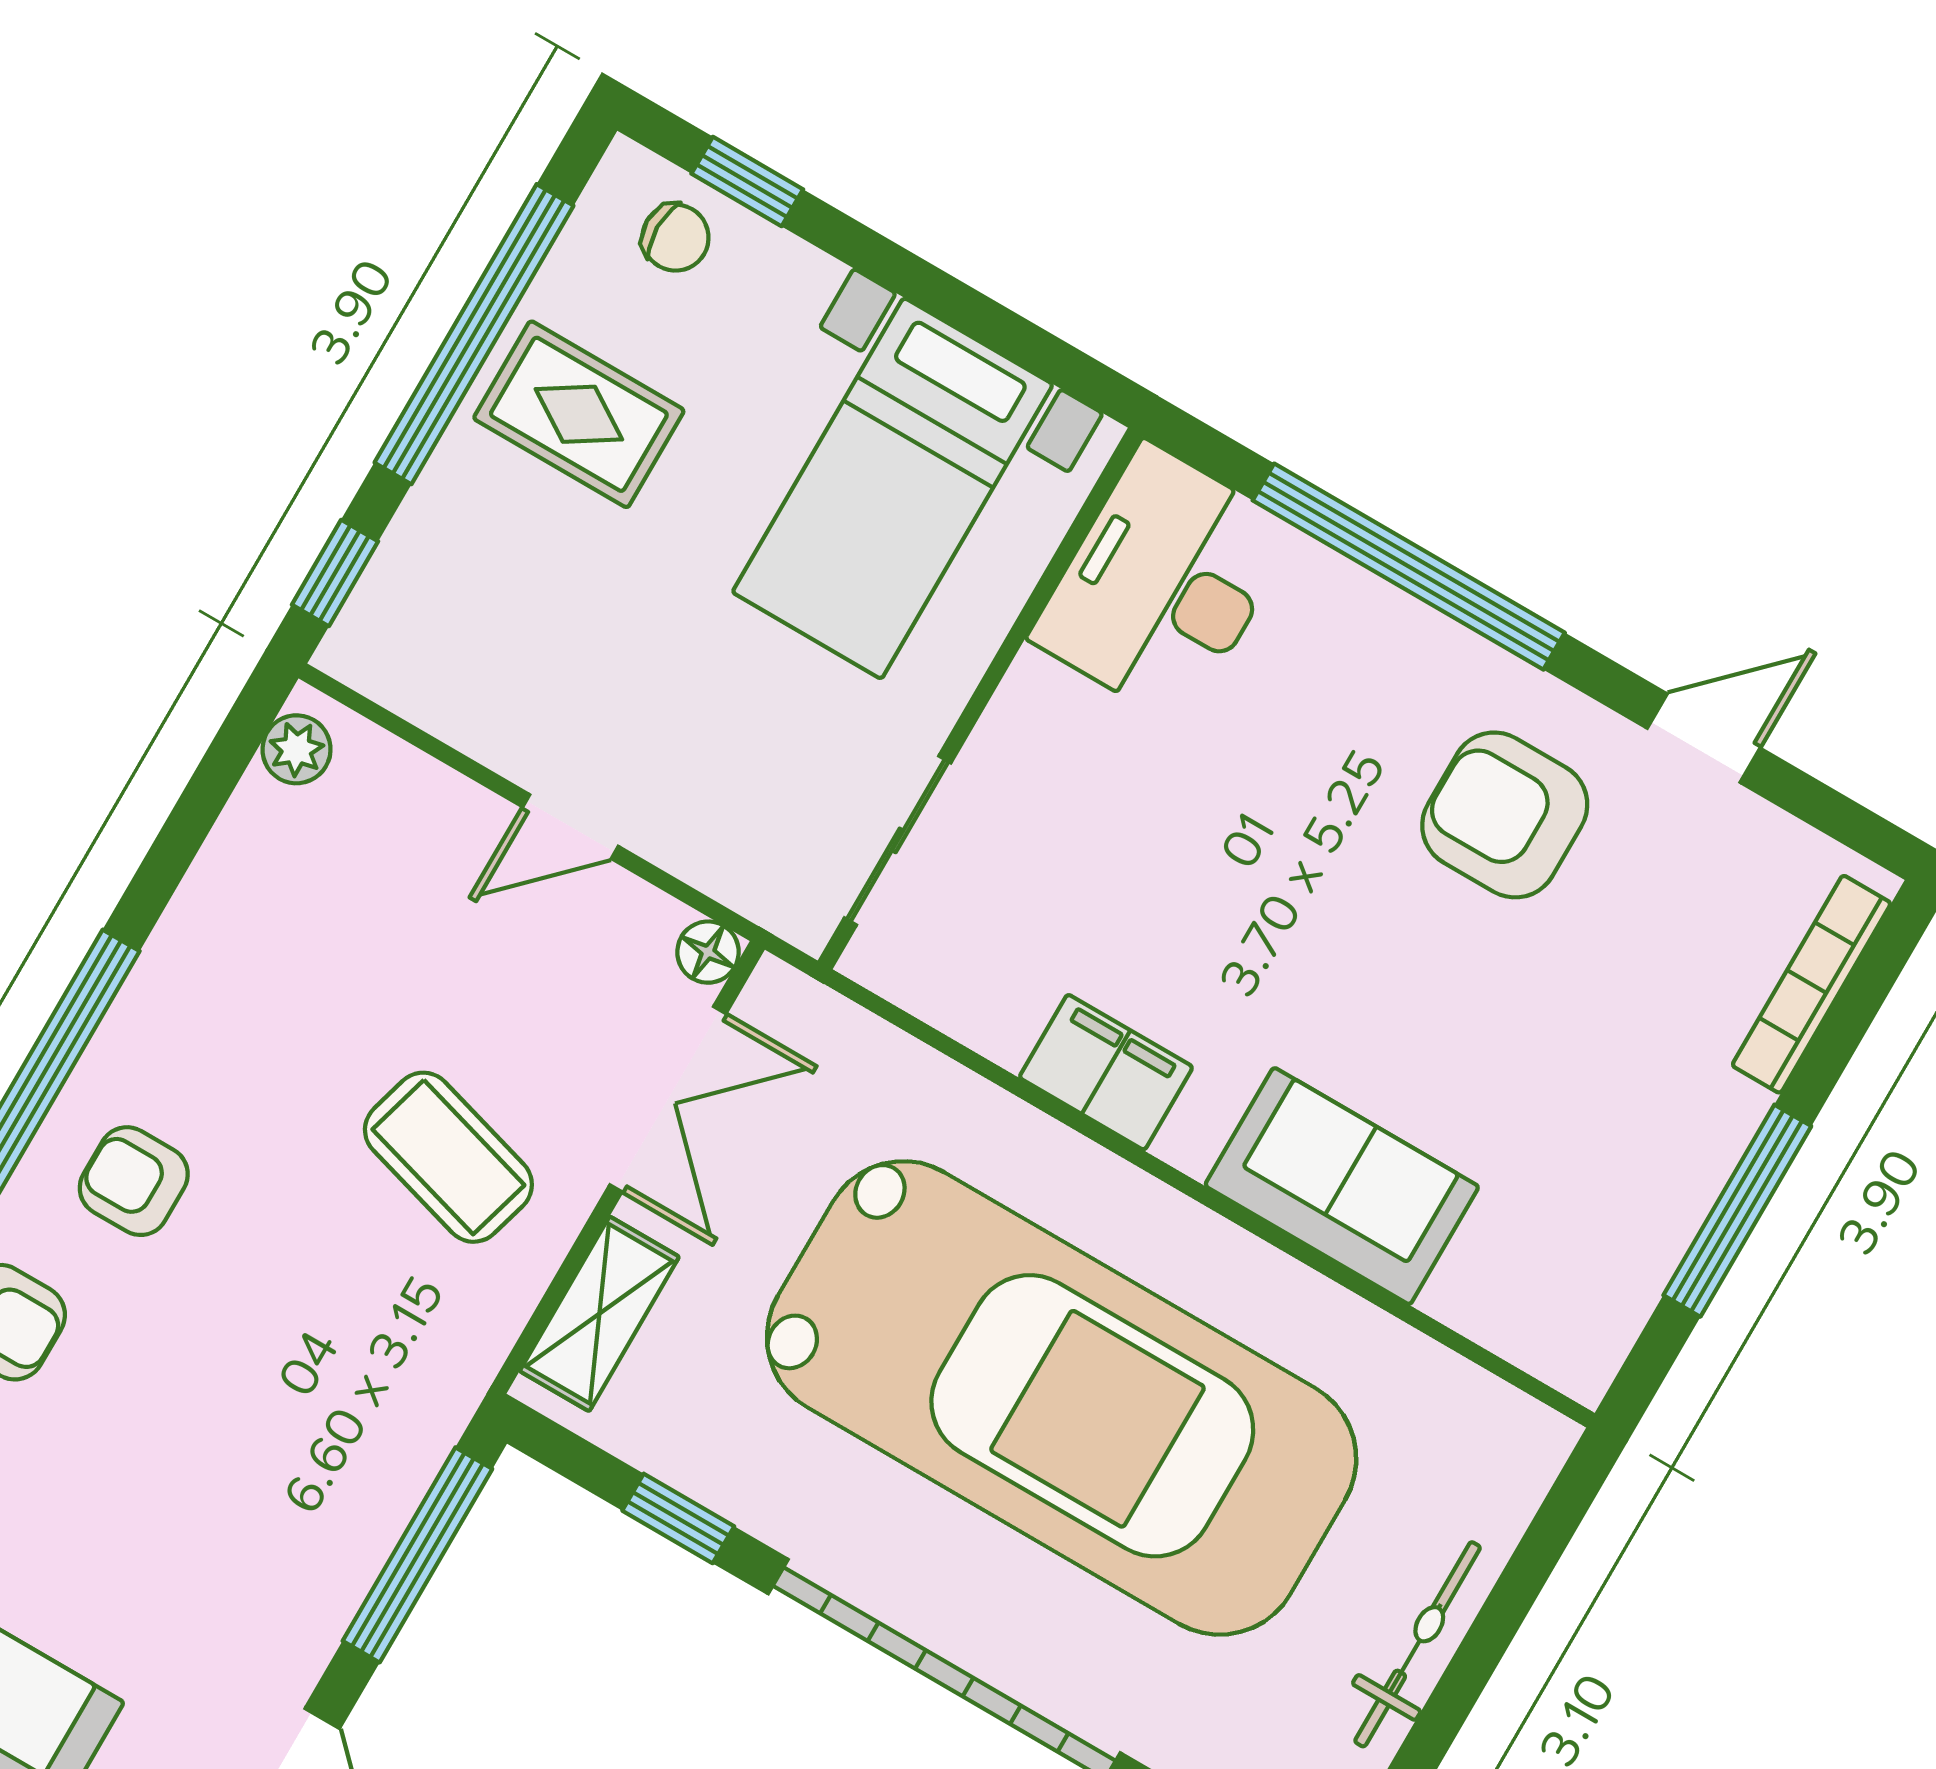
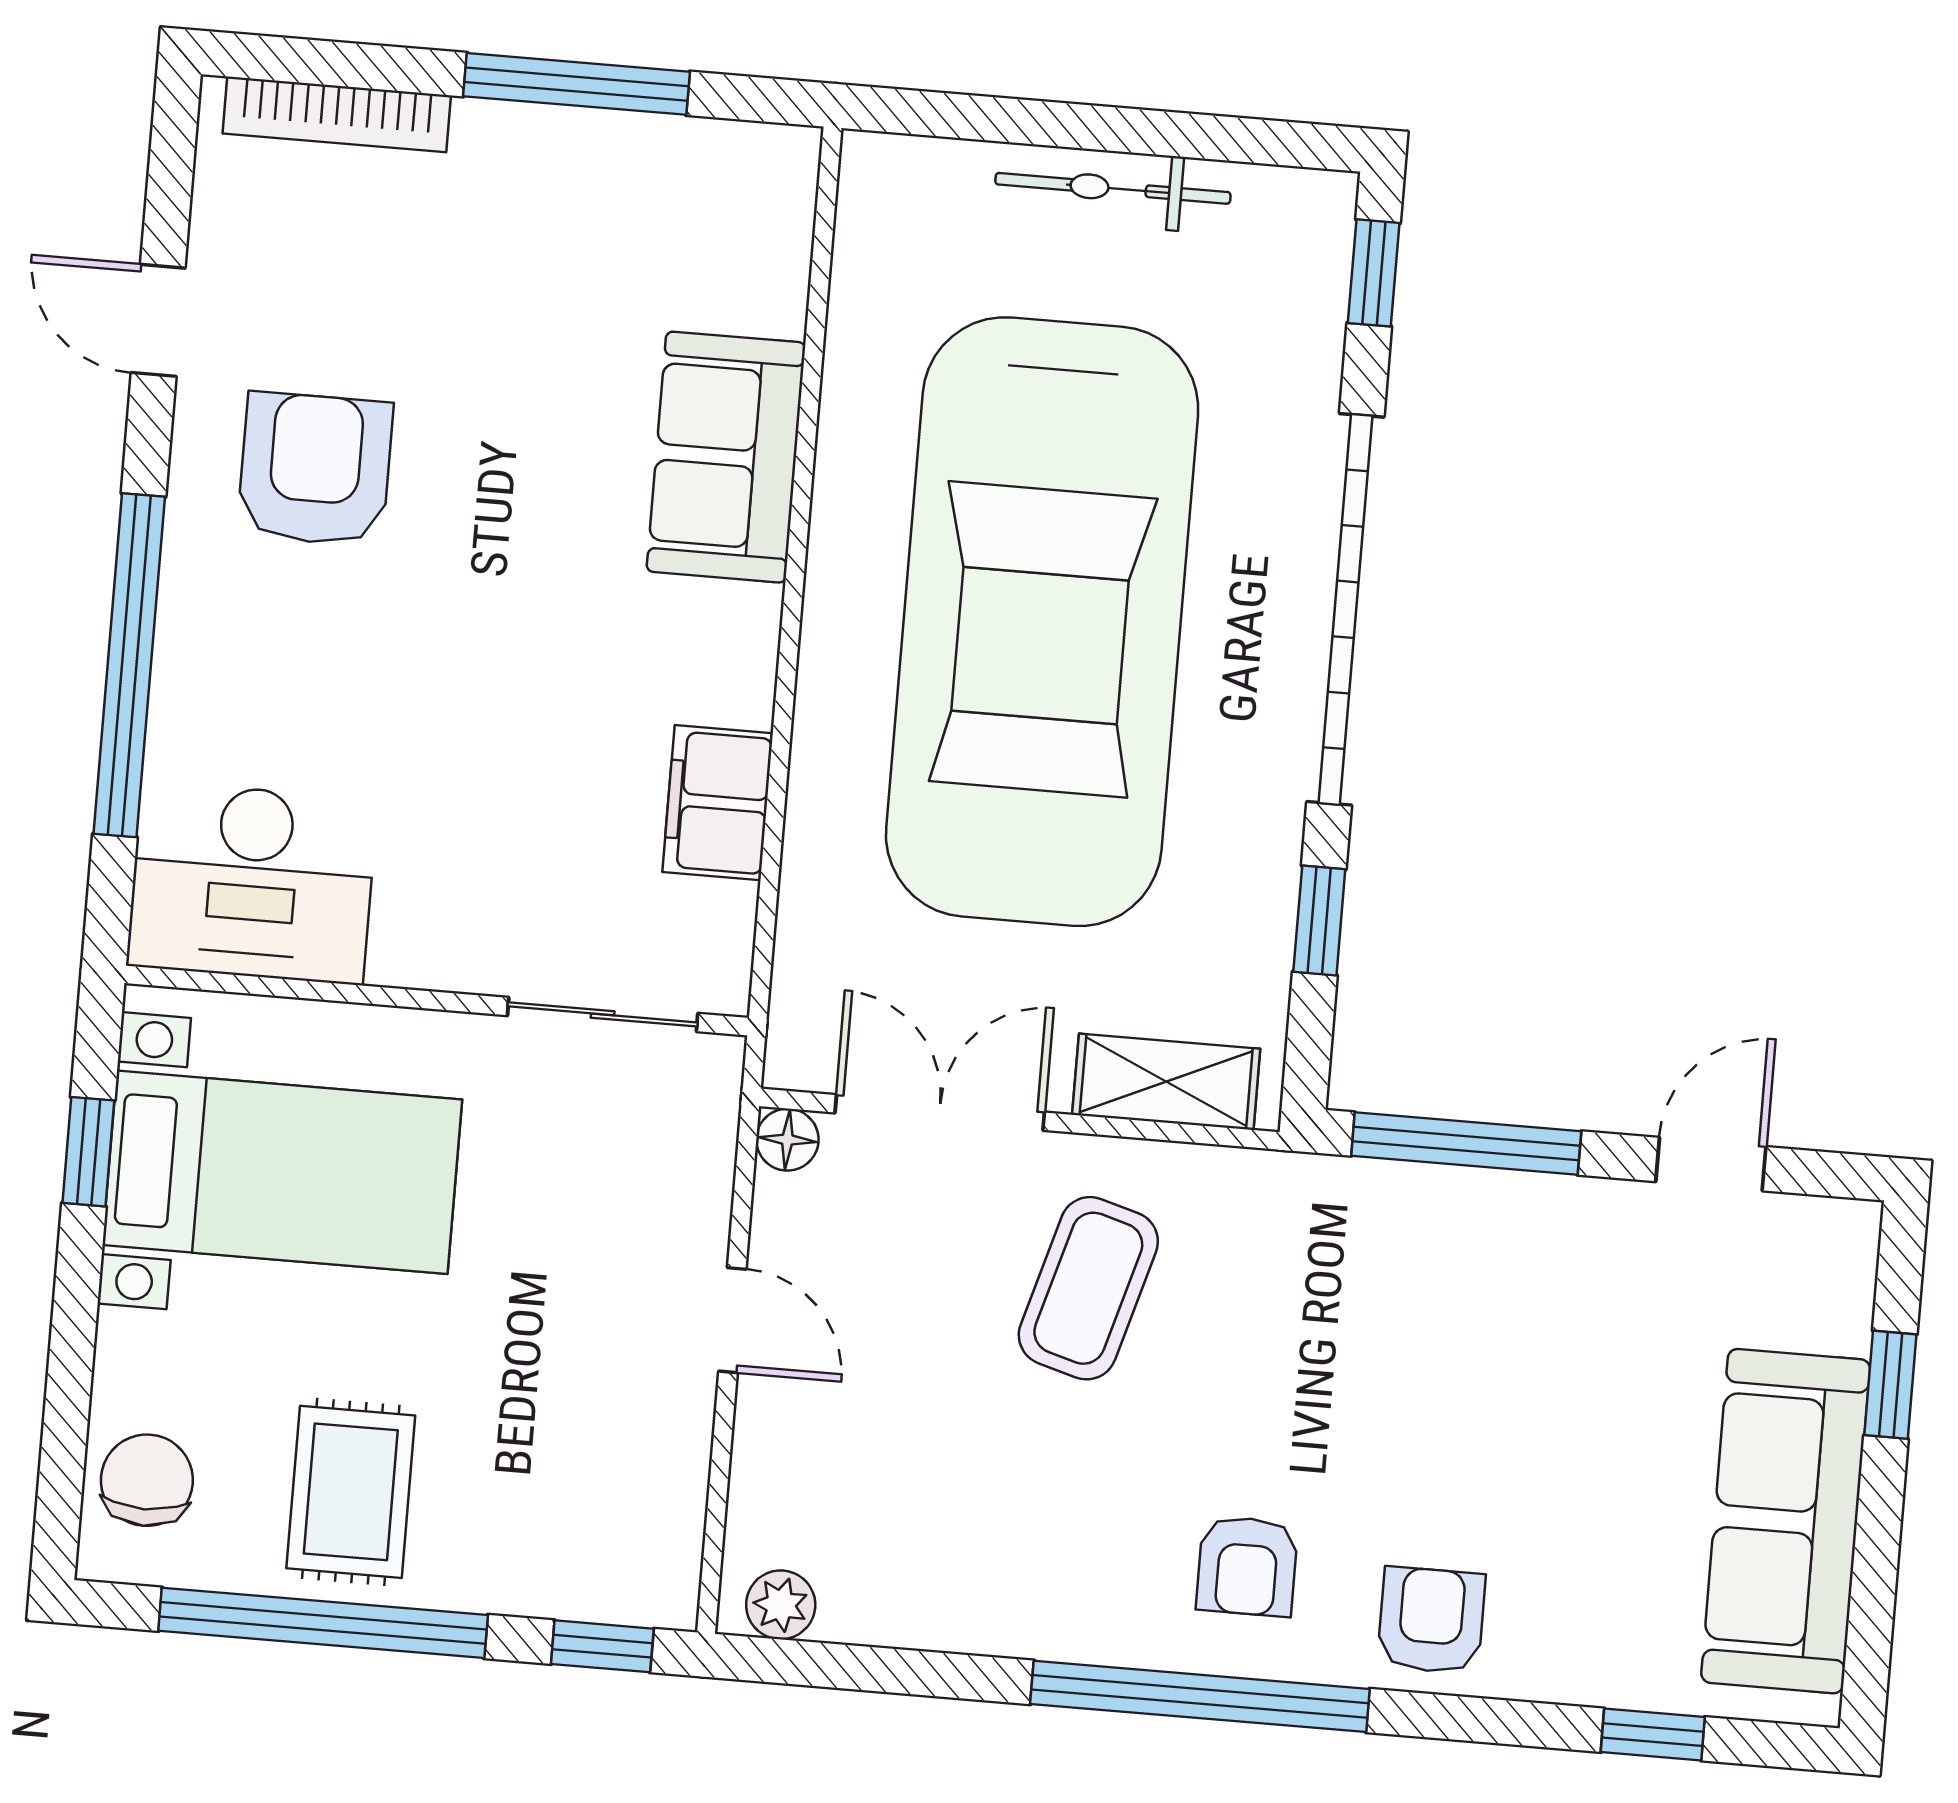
window: (747, 182) -> (88, 1152), moved
chair: (675, 238) -> (147, 1480), width x1.37, depth x1.37
armchair: (1505, 815) -> (315, 469), turned 180
filing cabinet: (1106, 1072) -> (718, 803), moved
car: (1062, 1398) -> (1042, 622), turned 180

